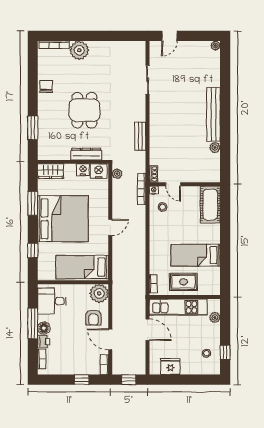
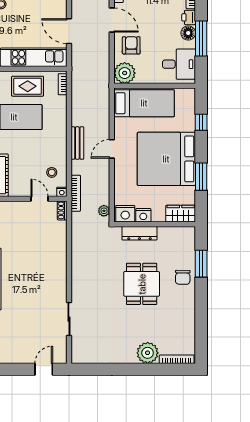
chair: (46, 86) -> (183, 277), moved
bench: (140, 136) -> (77, 143), moved

